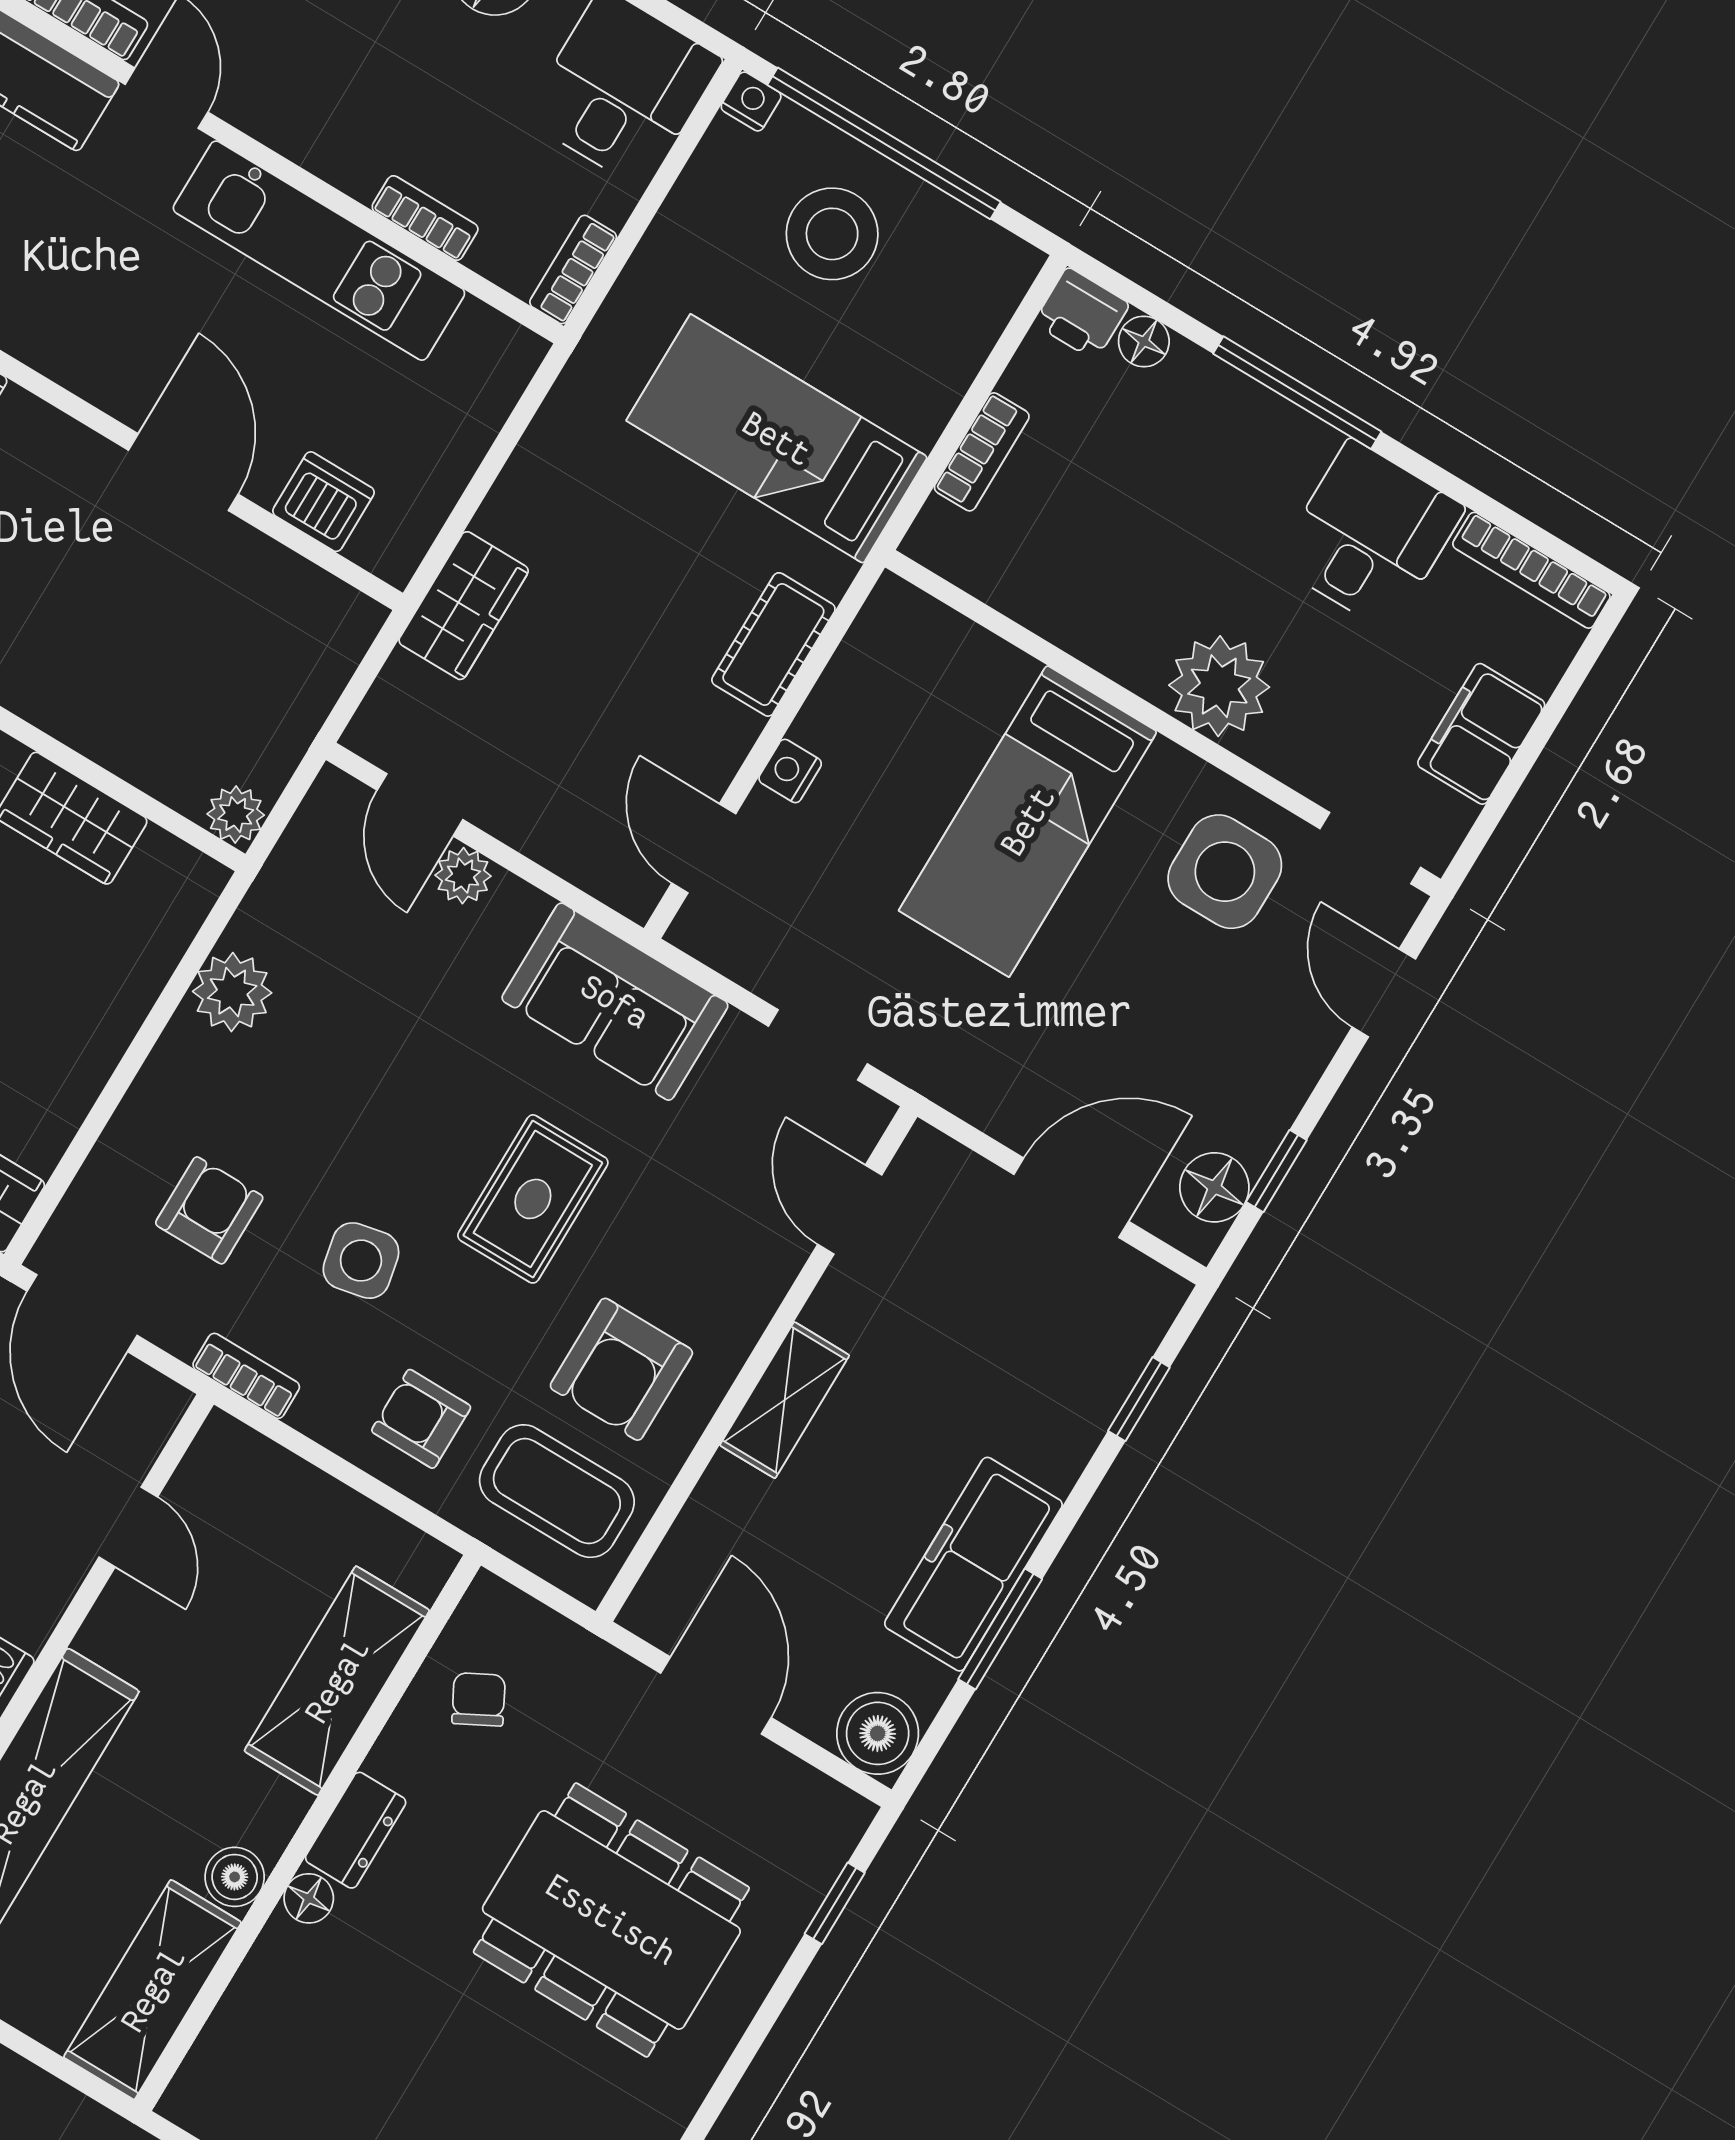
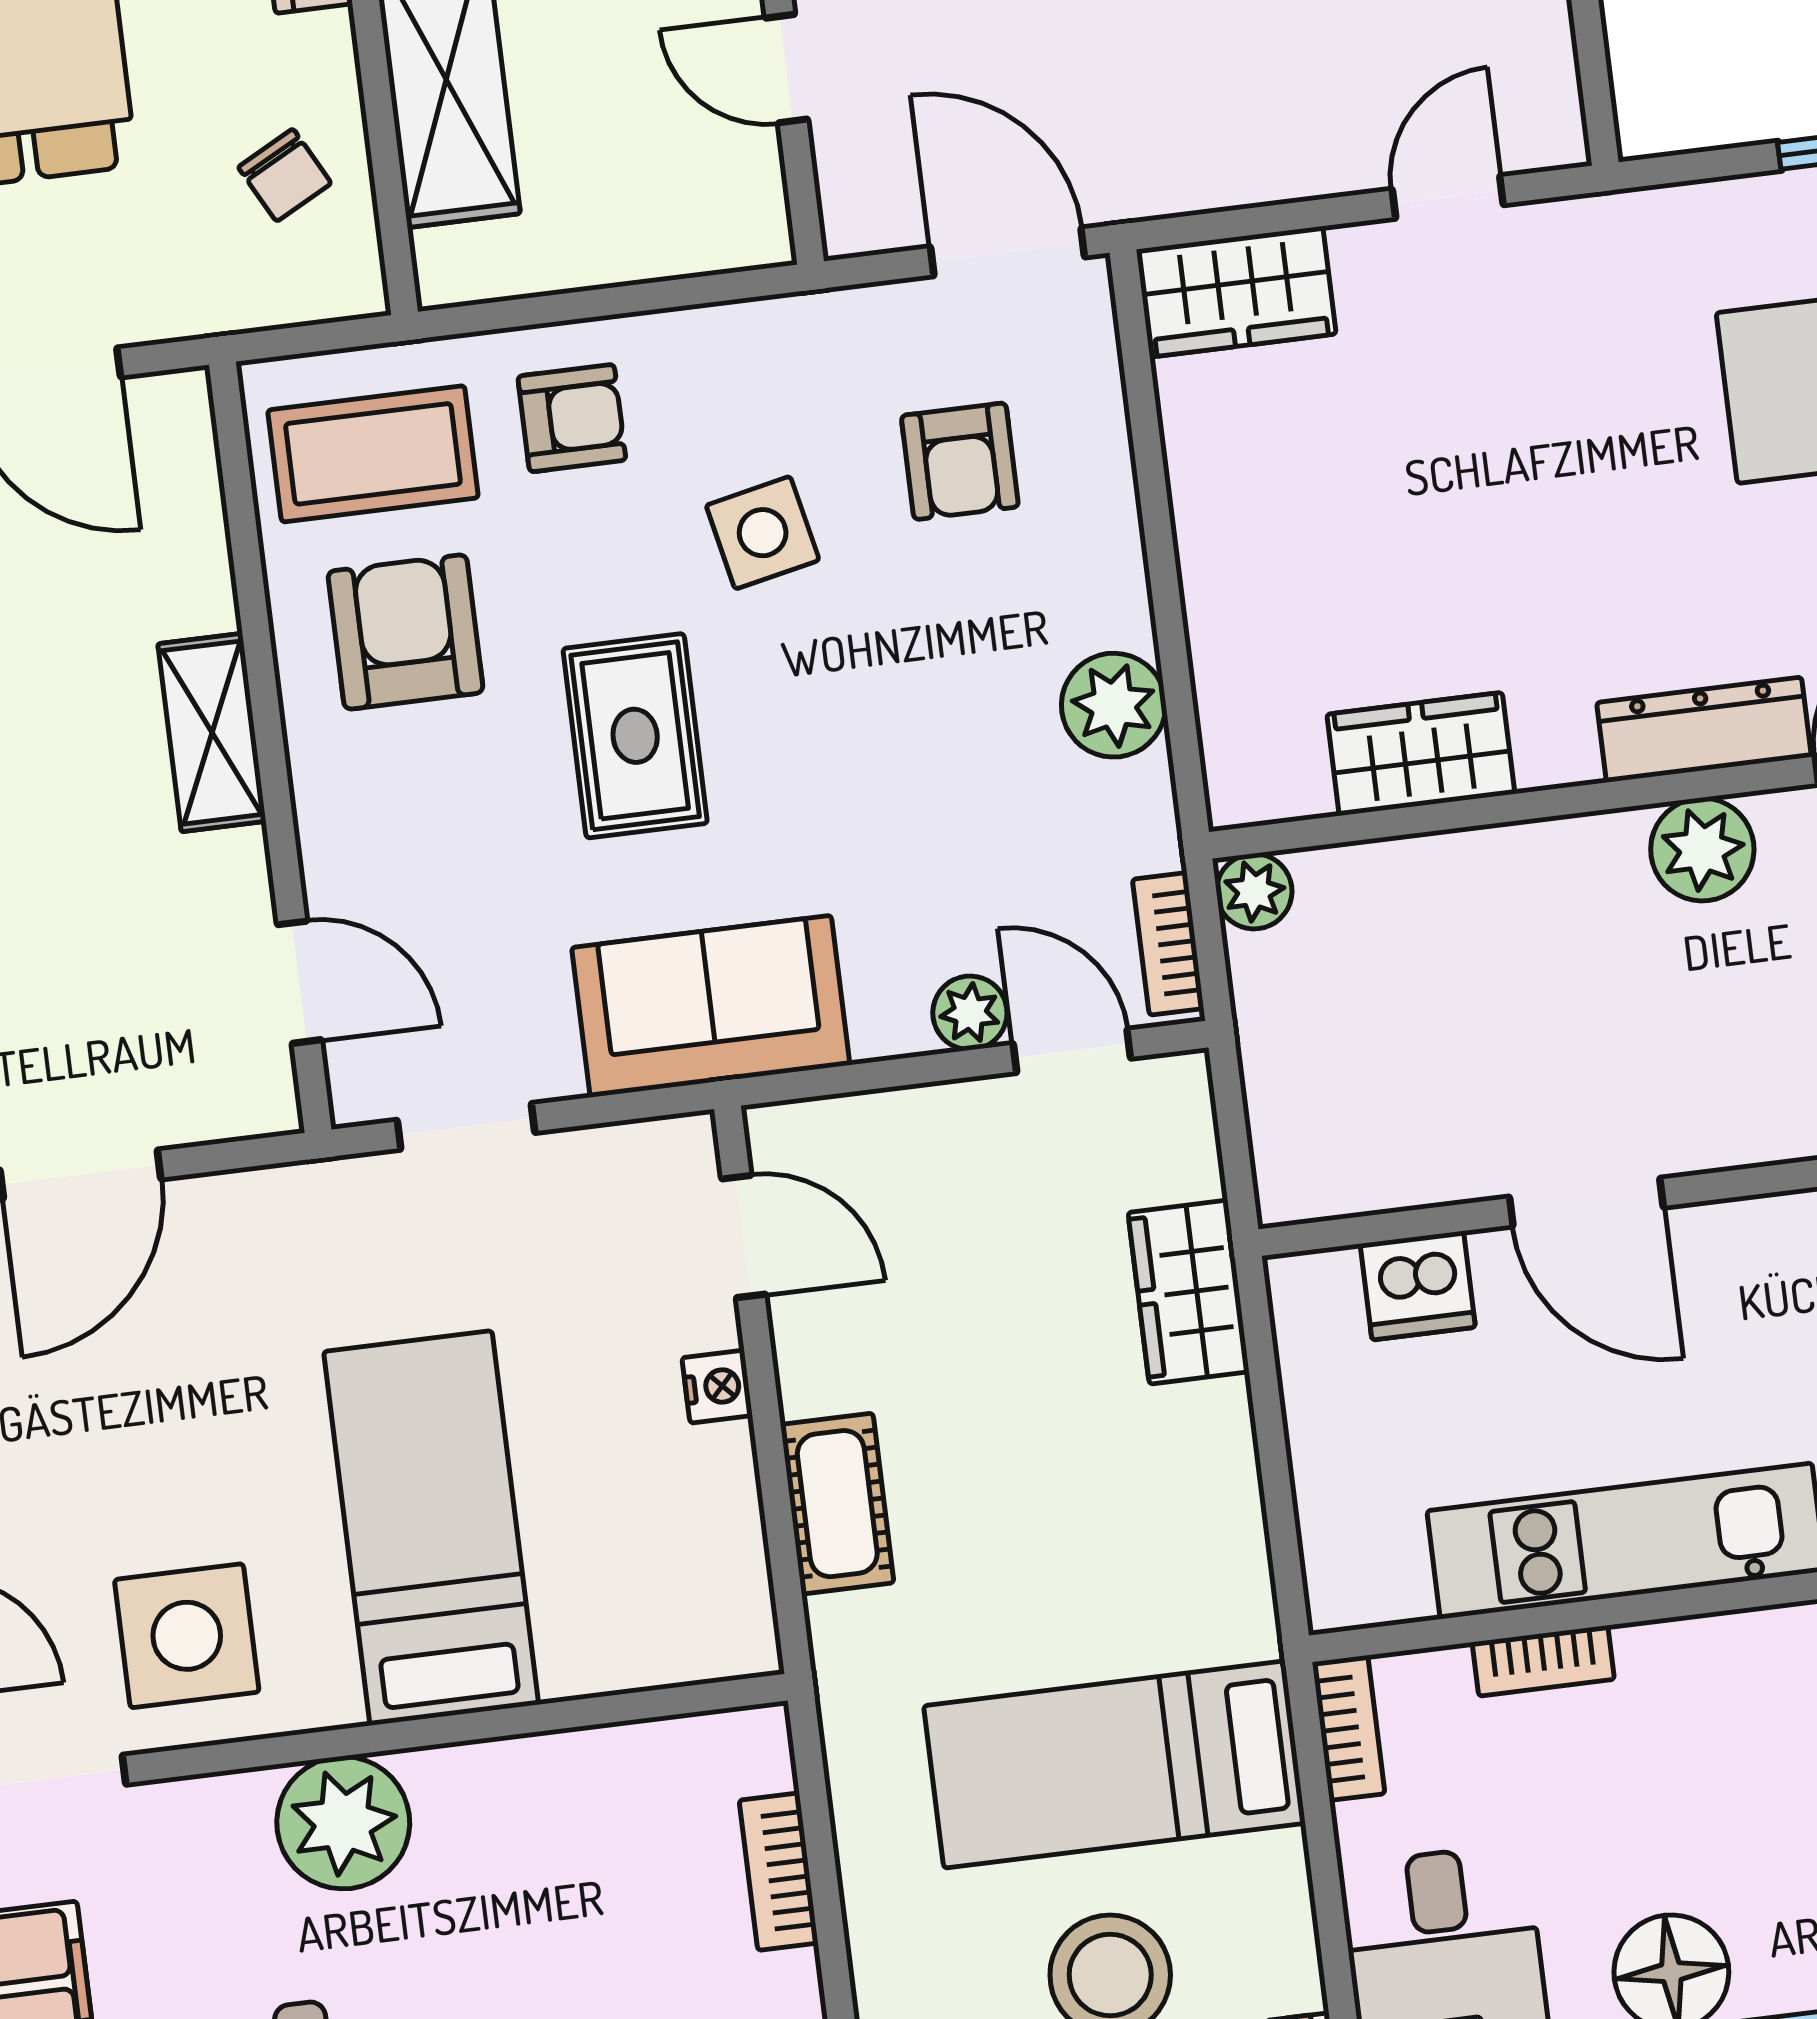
bed: (777, 439) -> (1115, 1765), moved, turned 180
bookcase: (246, 1376) -> (1168, 944), moved, turned 90

